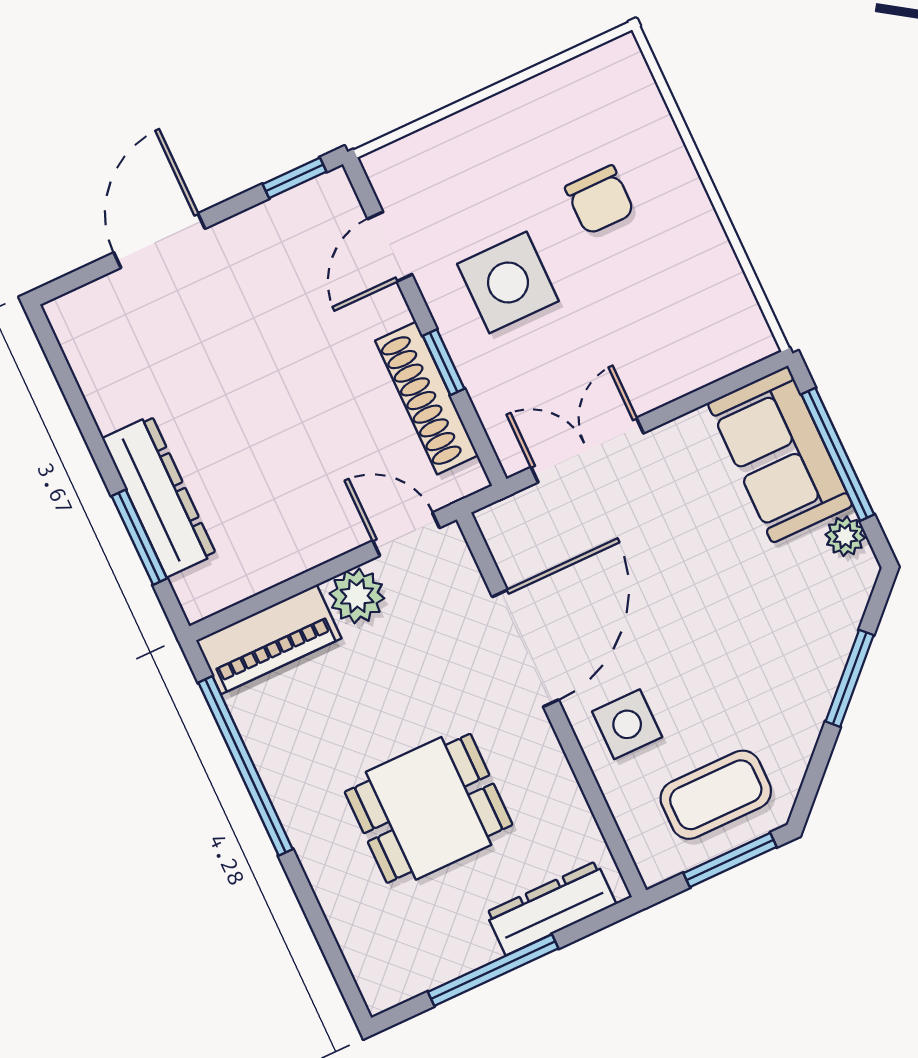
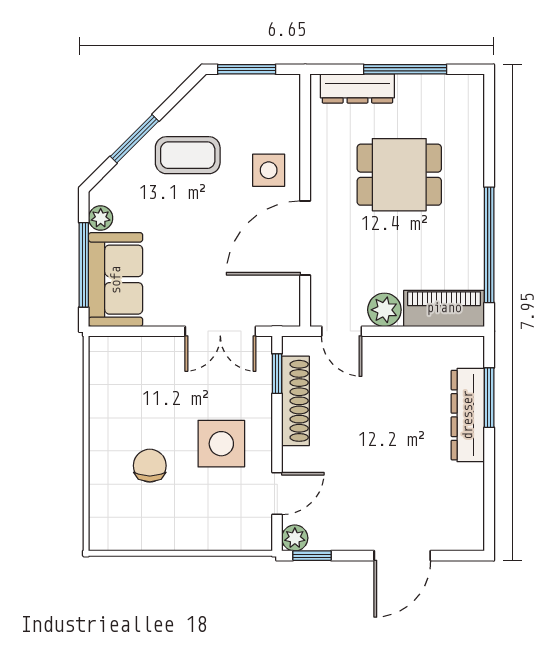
plant: (333, 192) -> (295, 538), added
window: (444, 362) -> (277, 374), moved
coffee table: (716, 795) -> (188, 155), moved

